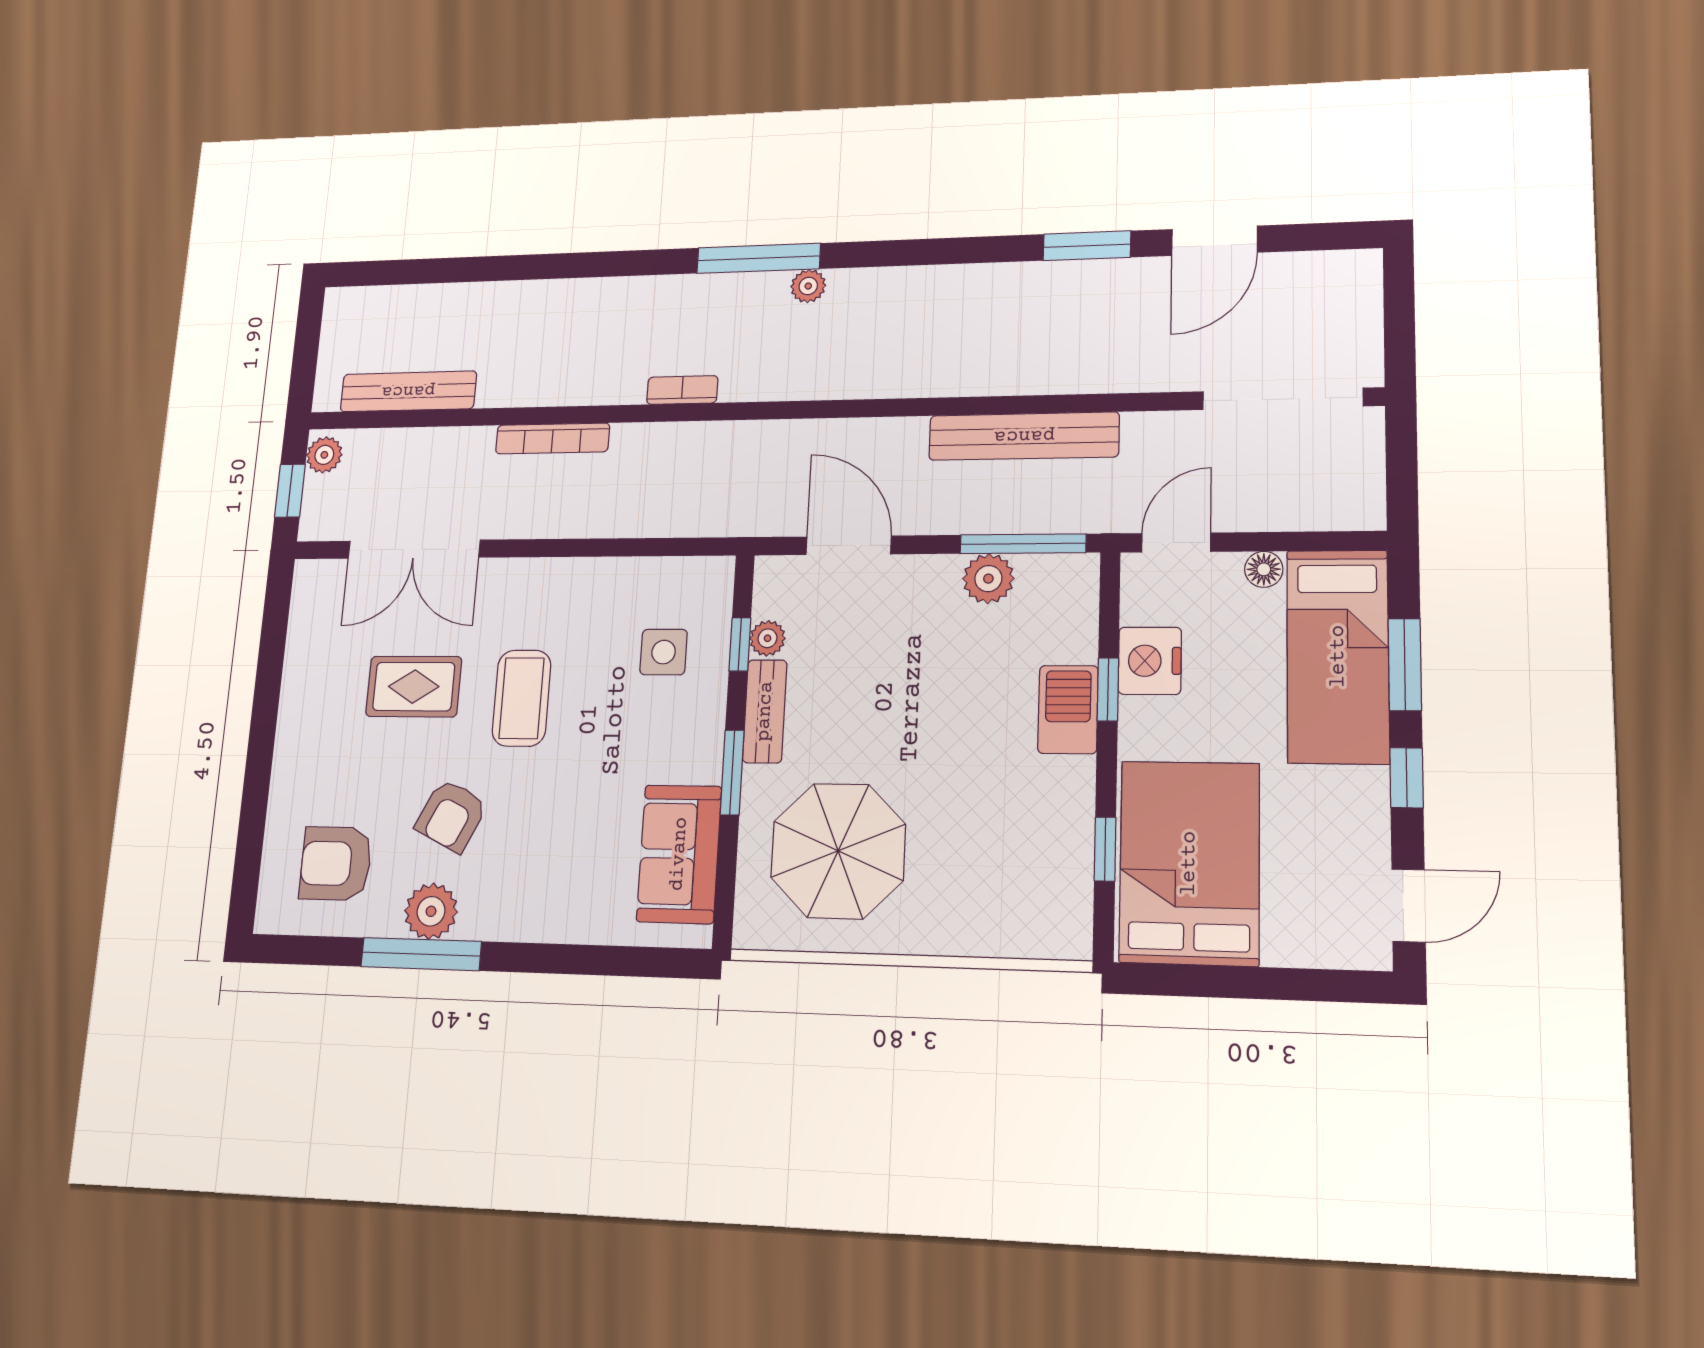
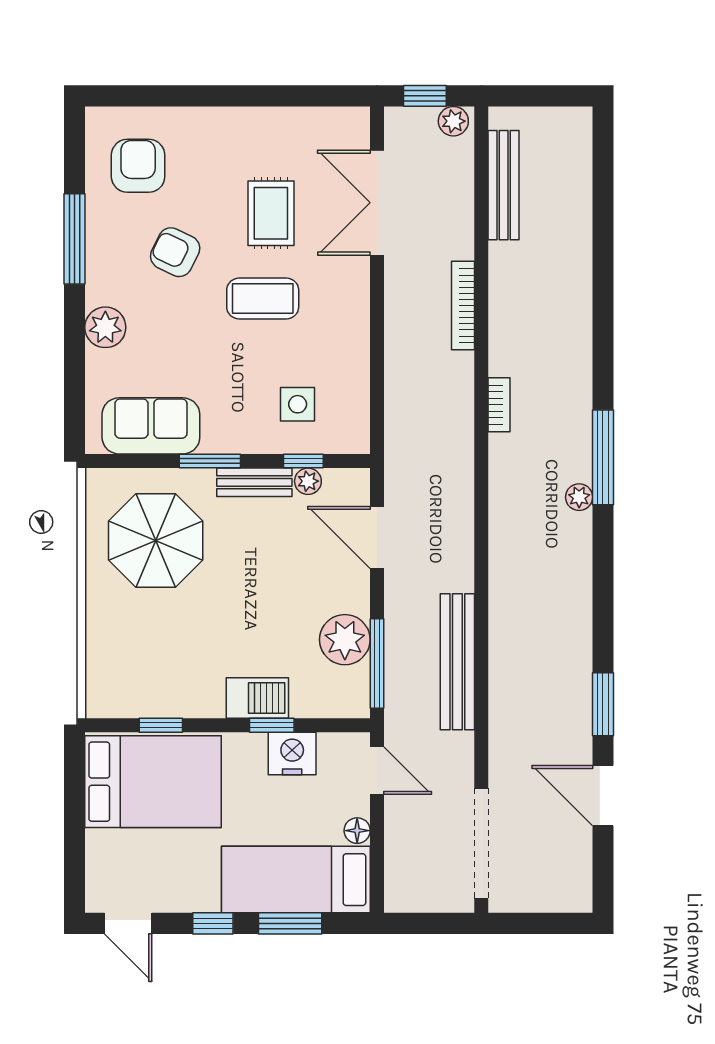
door: (849, 545) -> (377, 537), swing flipped
plant: (988, 579) -> (345, 640), width x1.36, depth x1.36
plant: (431, 911) -> (105, 327), moved

